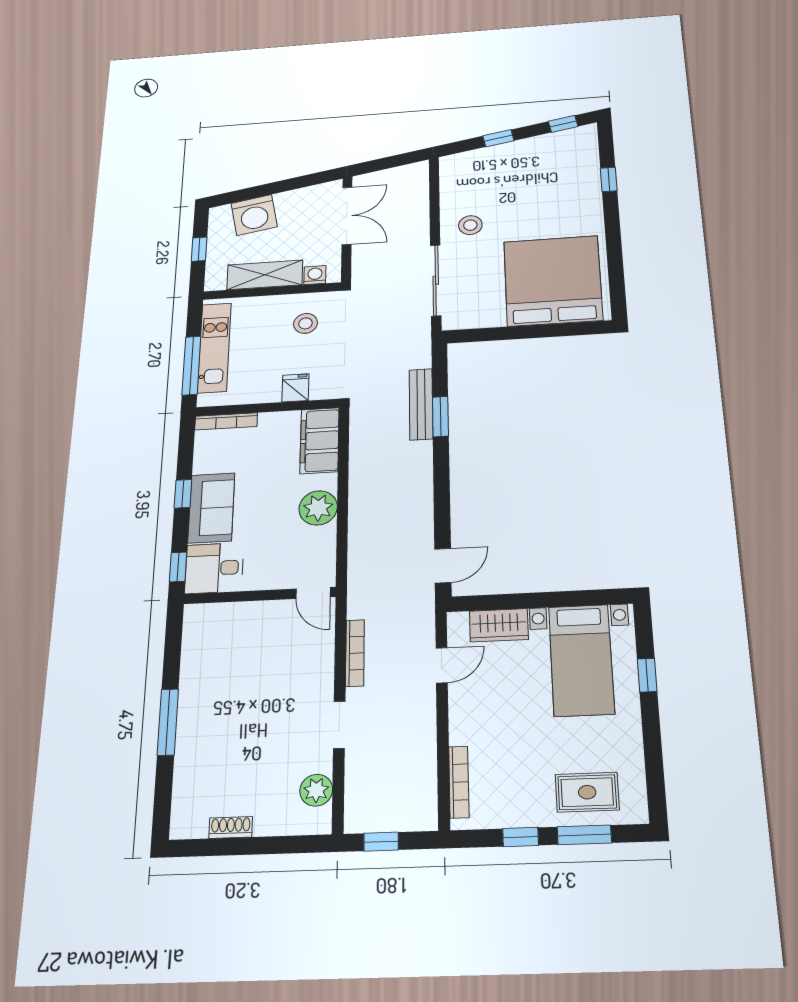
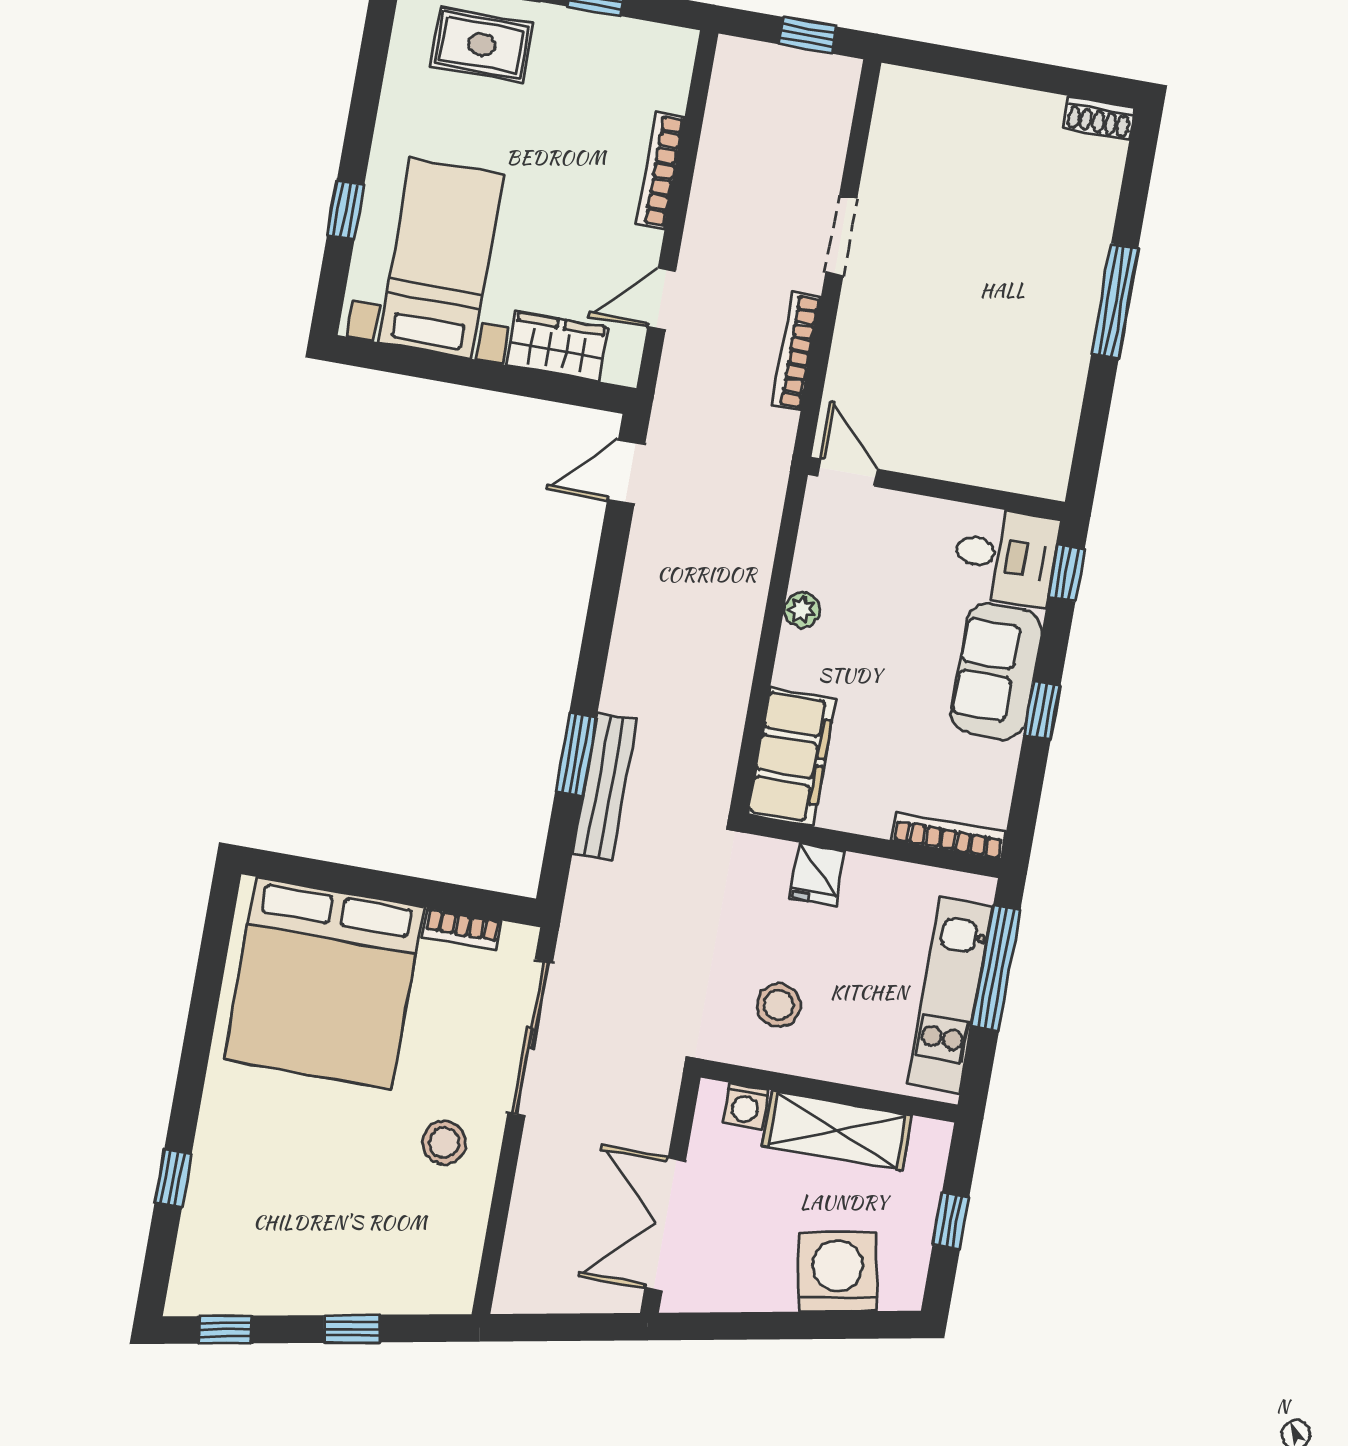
bookcase: (484, 321) -> (462, 929), added
plant: (318, 508) -> (802, 610), width x0.53, depth x0.53
bookcase: (459, 782) -> (660, 171), moved
plant: (316, 790) -> (894, 137), removed
shoe rack: (231, 827) -> (1099, 118), moved

